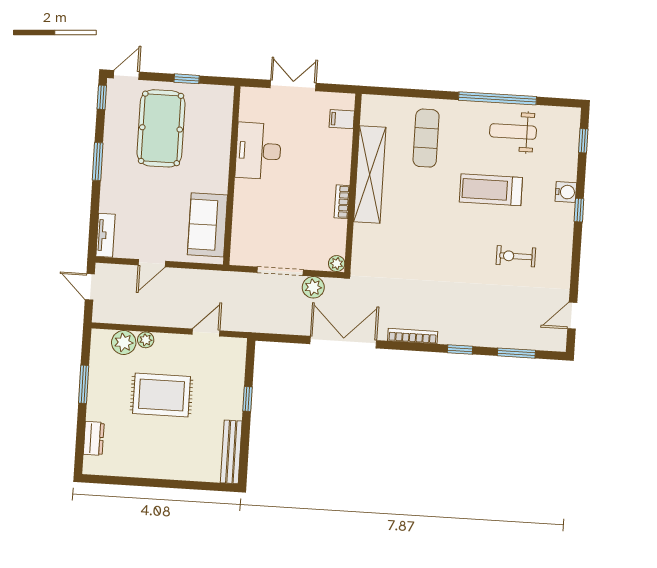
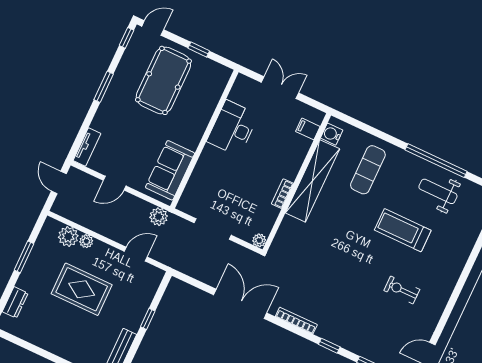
water cooler: (566, 192) -> (332, 134), moved, turned 180
window: (579, 210) -> (465, 273), removed
plant: (313, 287) -> (159, 217), moved

